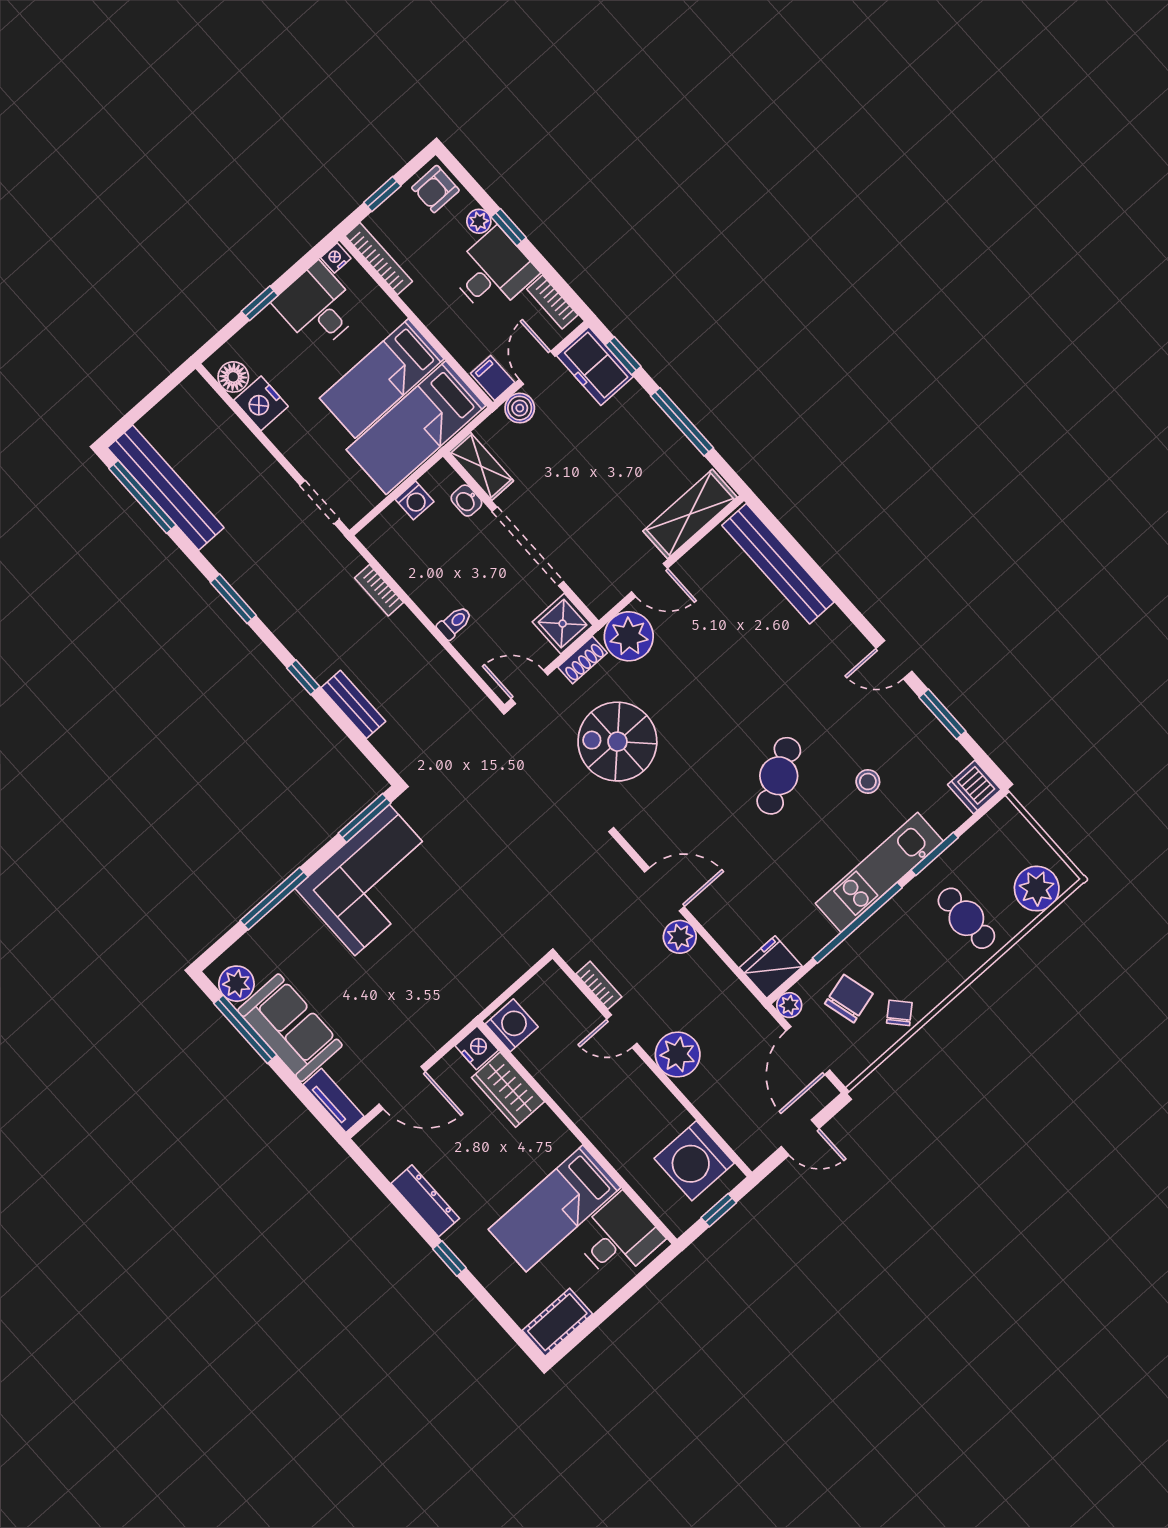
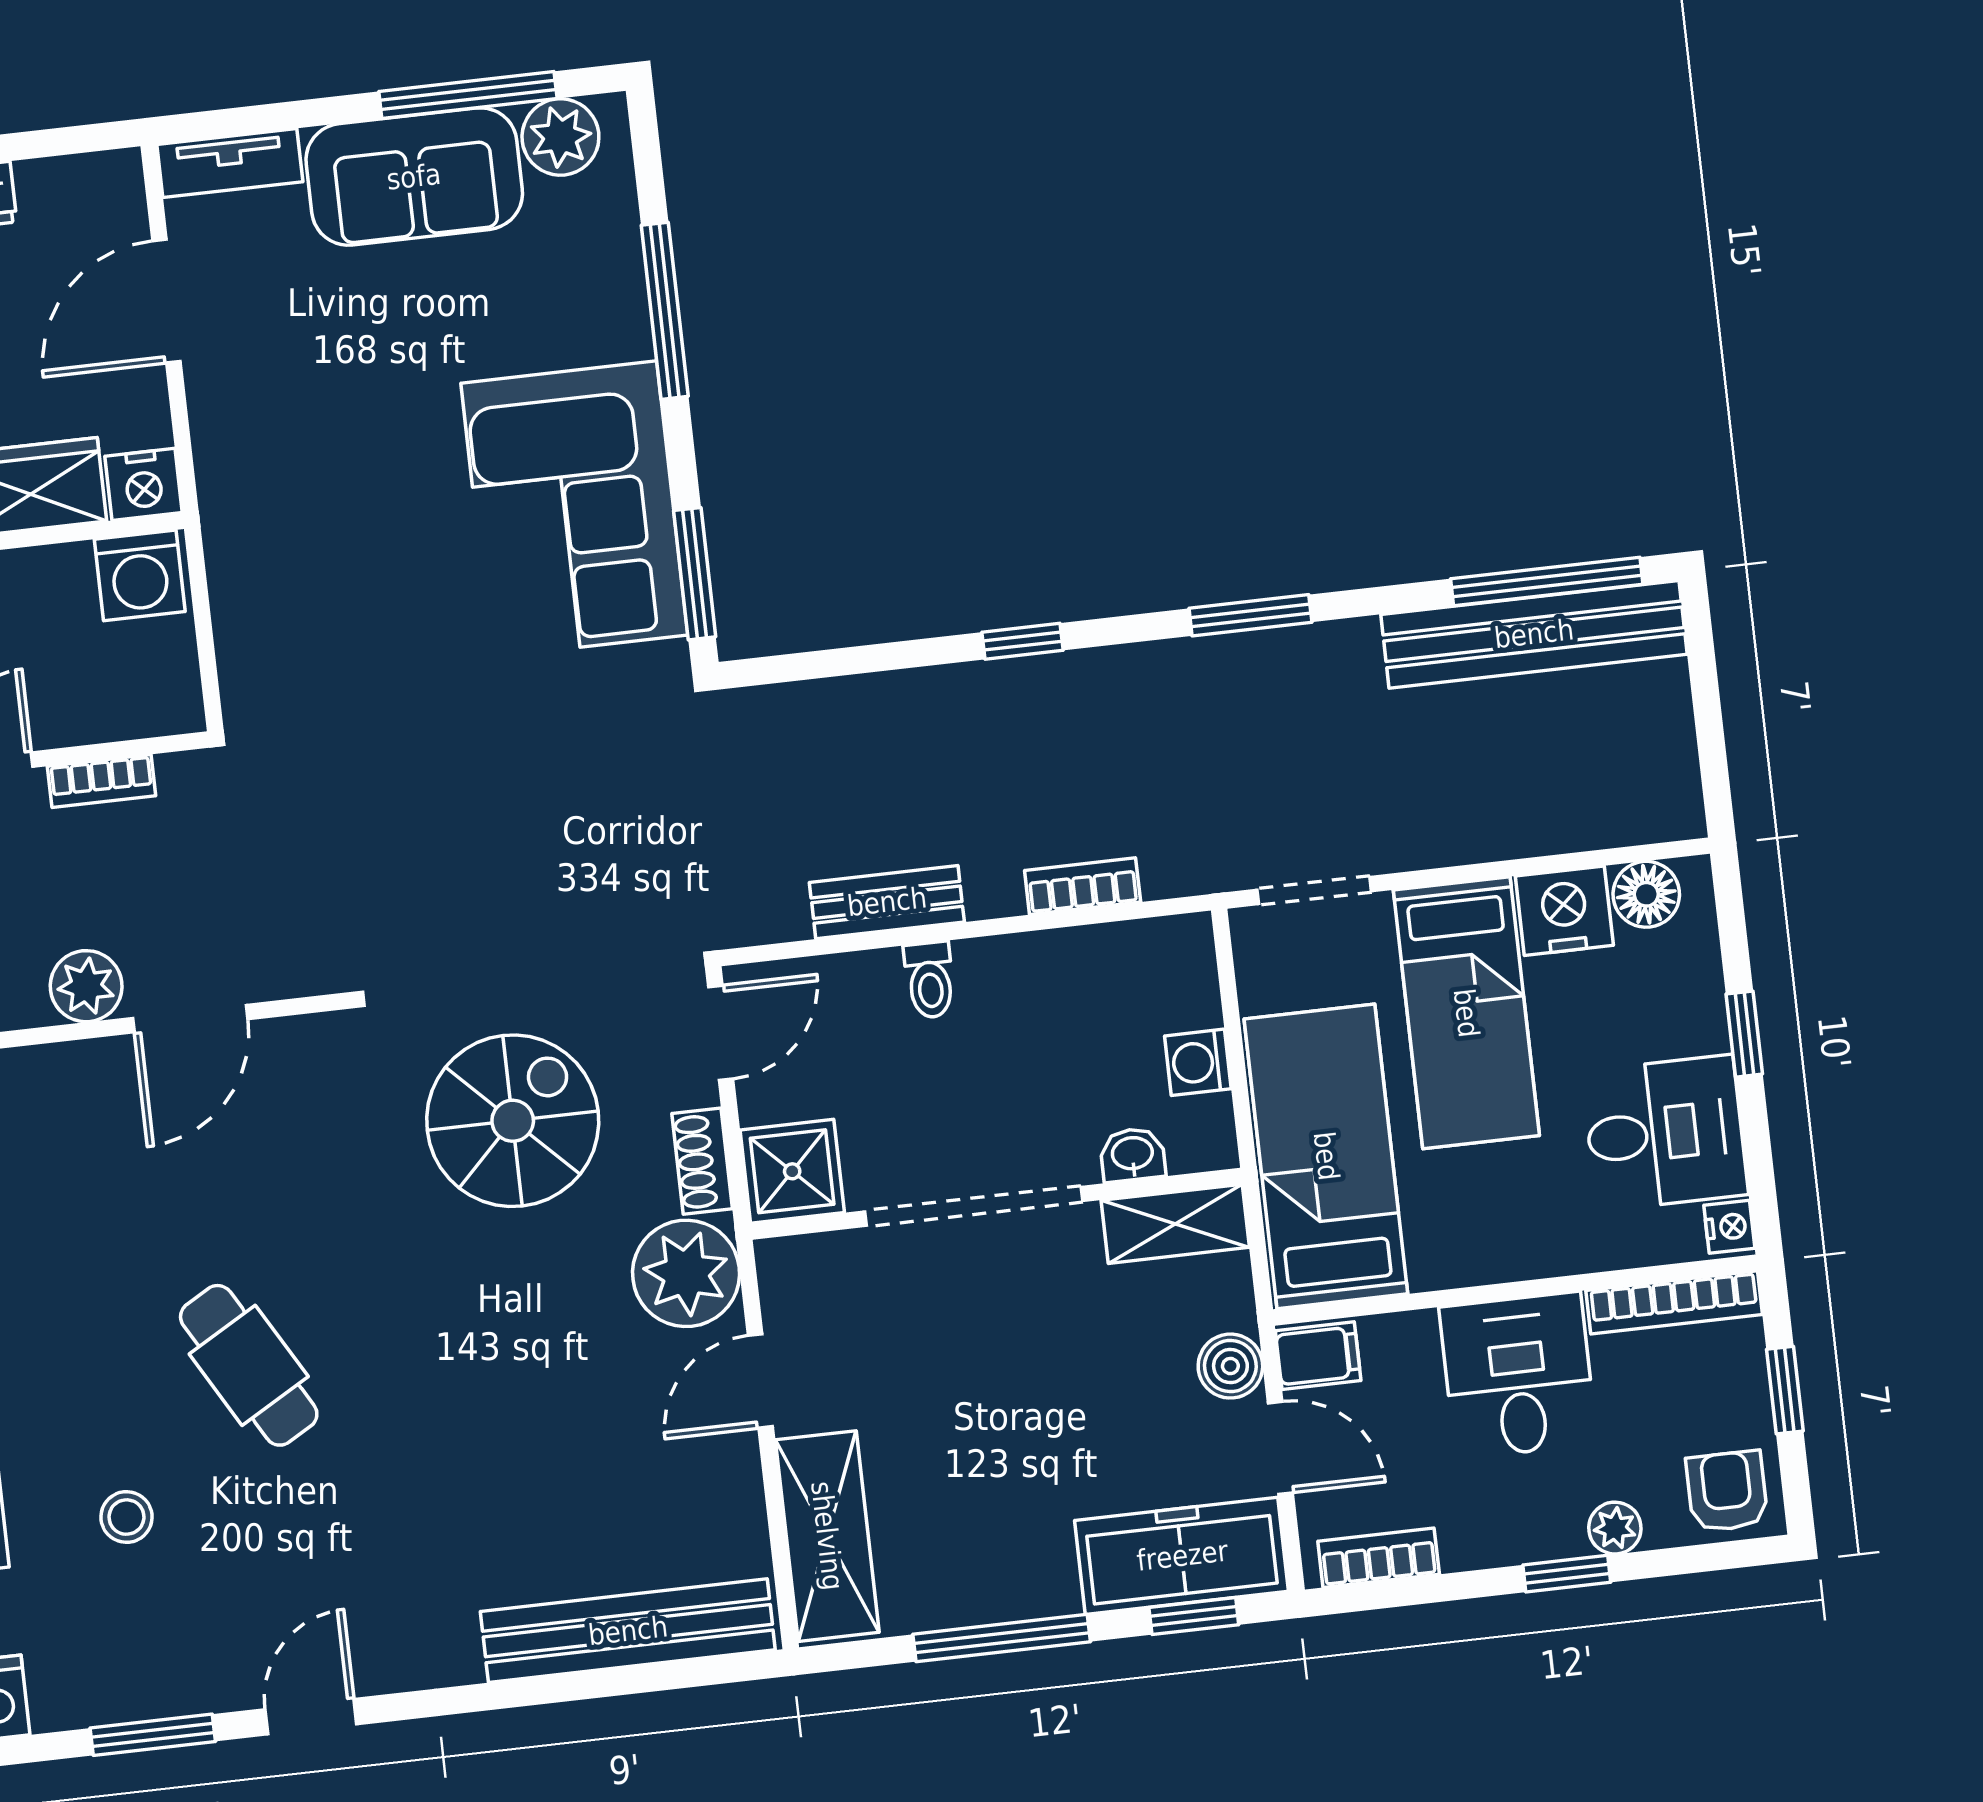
desk: (493, 272) -> (1518, 1375), moved, turned 180
freezer: (595, 366) -> (1182, 1556), width x1.40
bed: (382, 378) -> (1466, 1013), moved, turned 180
bench: (353, 704) -> (887, 902), moved

